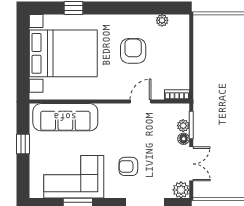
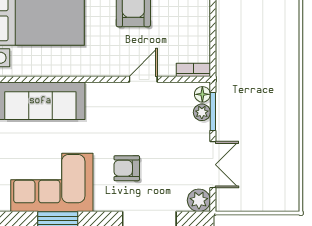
floor lamp: (184, 139) -> (202, 94), moved

